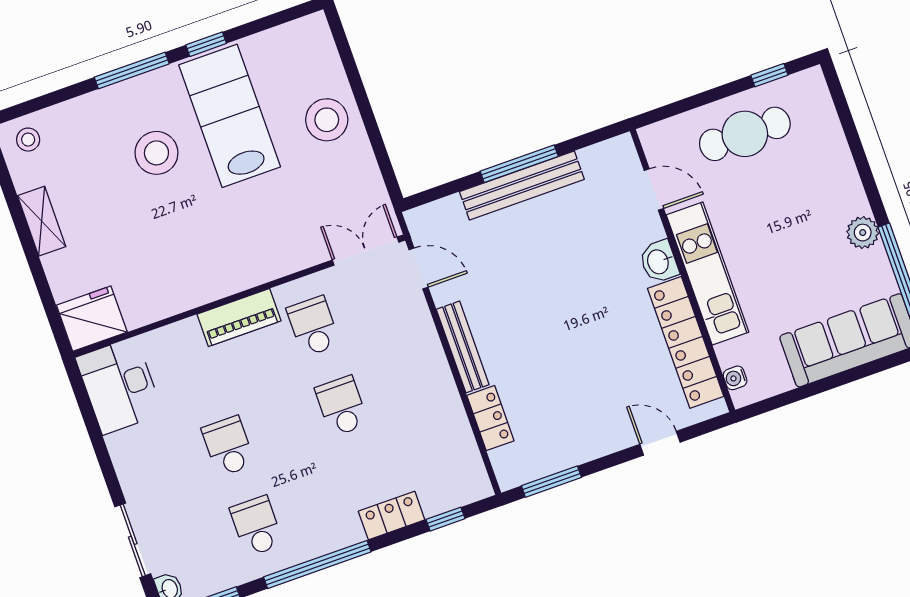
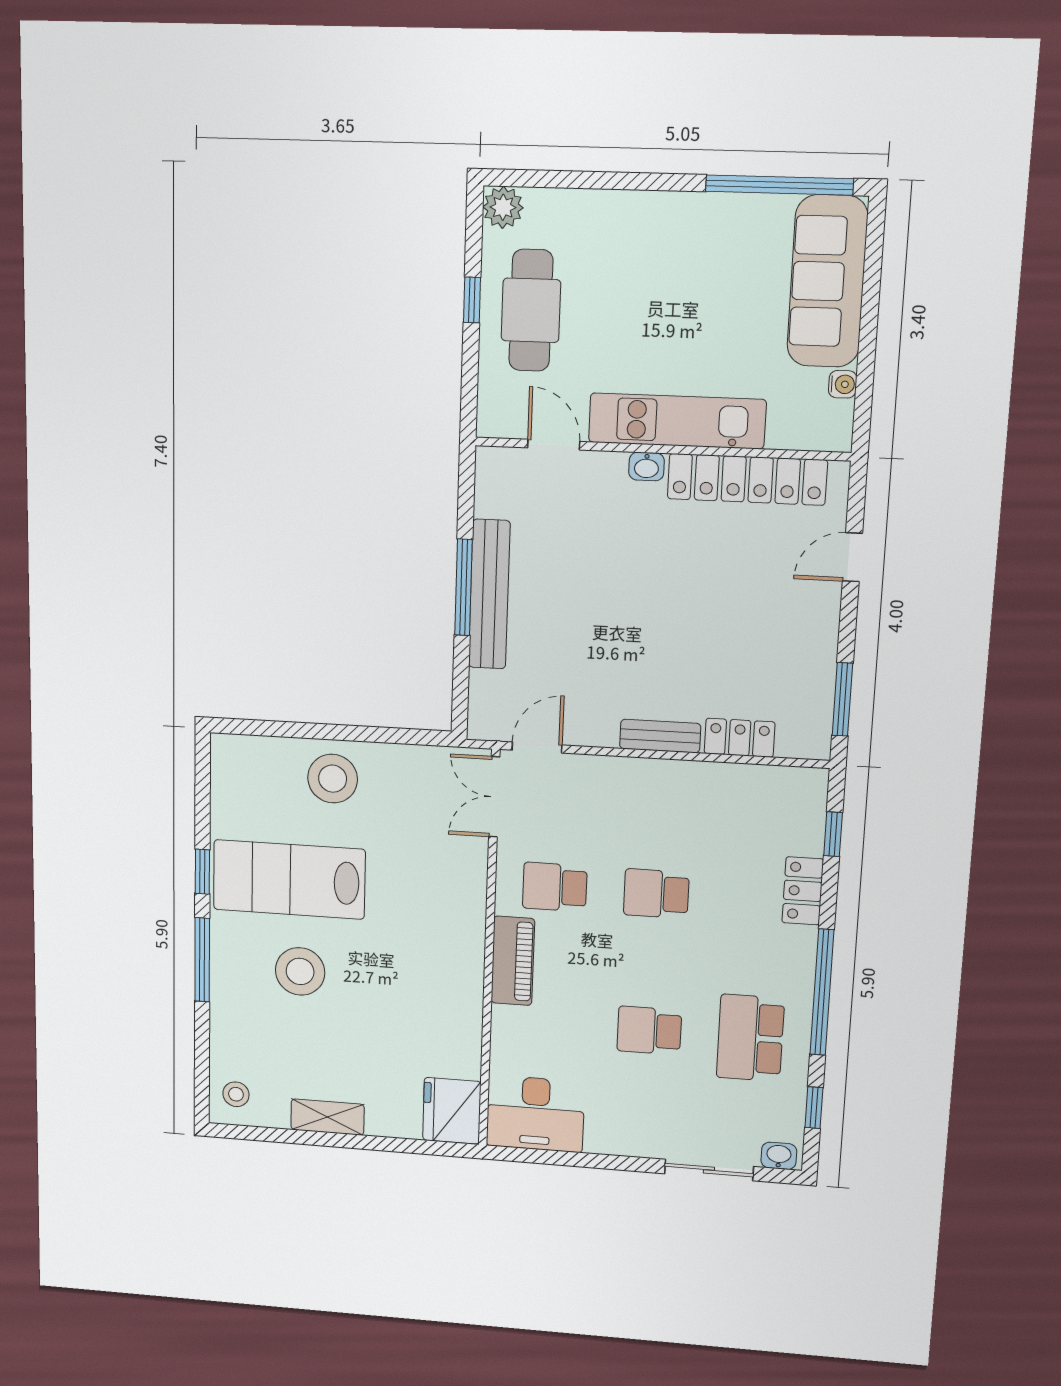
window: (769, 75) -> (472, 300), moved
door: (654, 189) -> (554, 445), hinge flipped
plant: (863, 233) -> (503, 207), moved
washbasin: (659, 261) -> (647, 466), width x0.72, depth x0.69
bench: (463, 347) -> (660, 736), width x0.73
water cooler: (735, 378) -> (843, 384), moved, turned -90
school desk: (257, 526) -> (750, 1038), width x1.85

